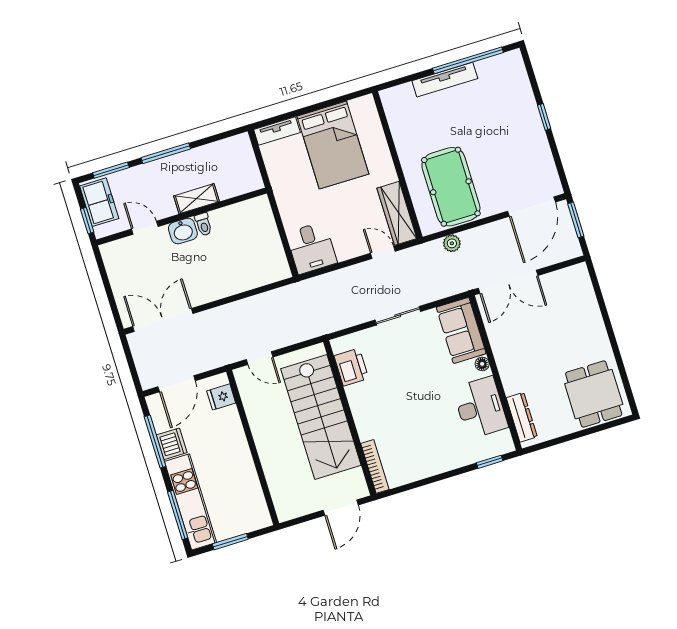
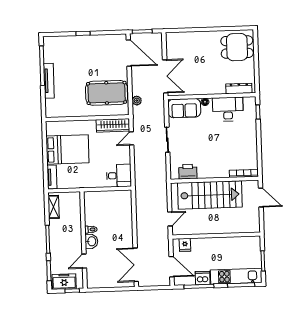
shelving: (196, 199) -> (54, 207), moved

